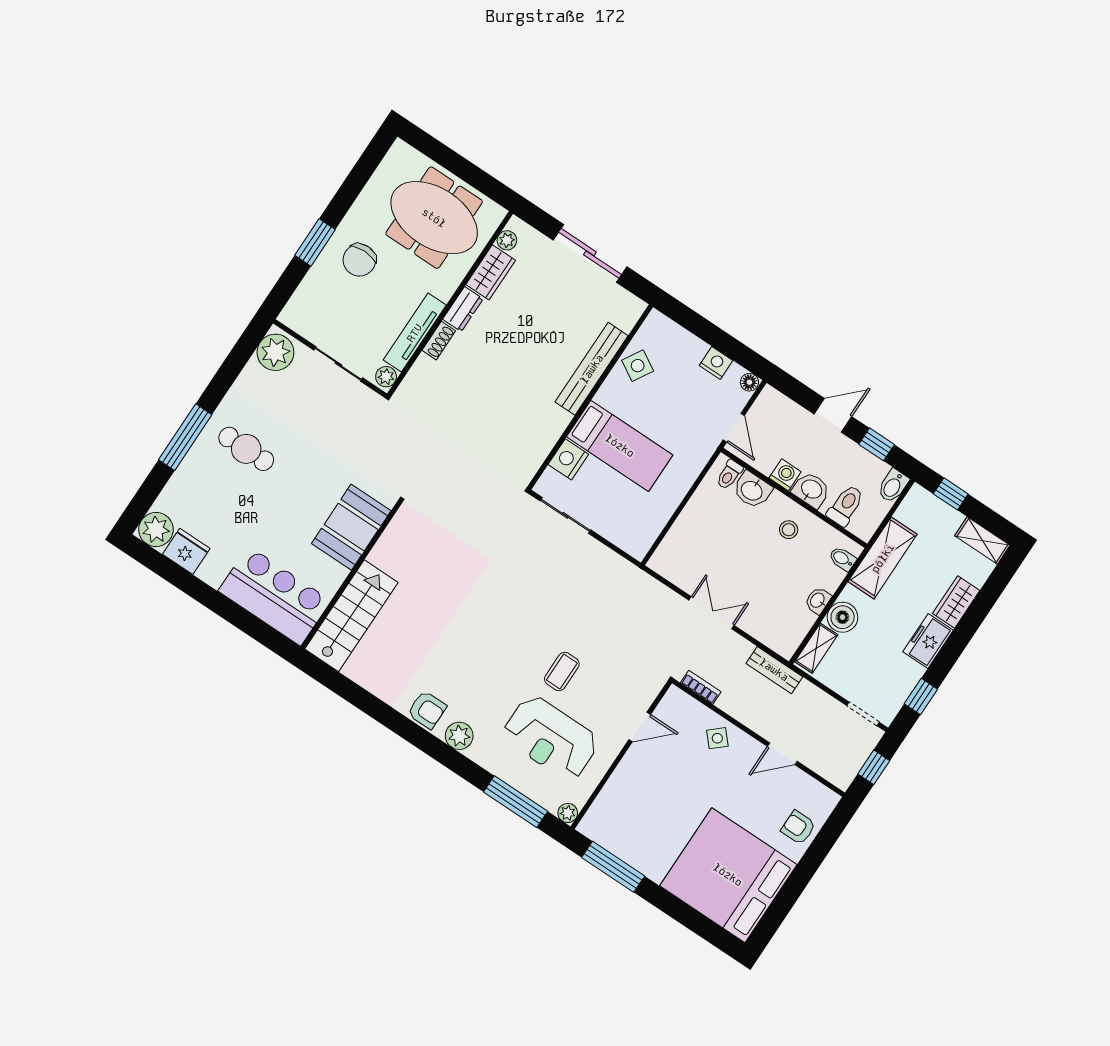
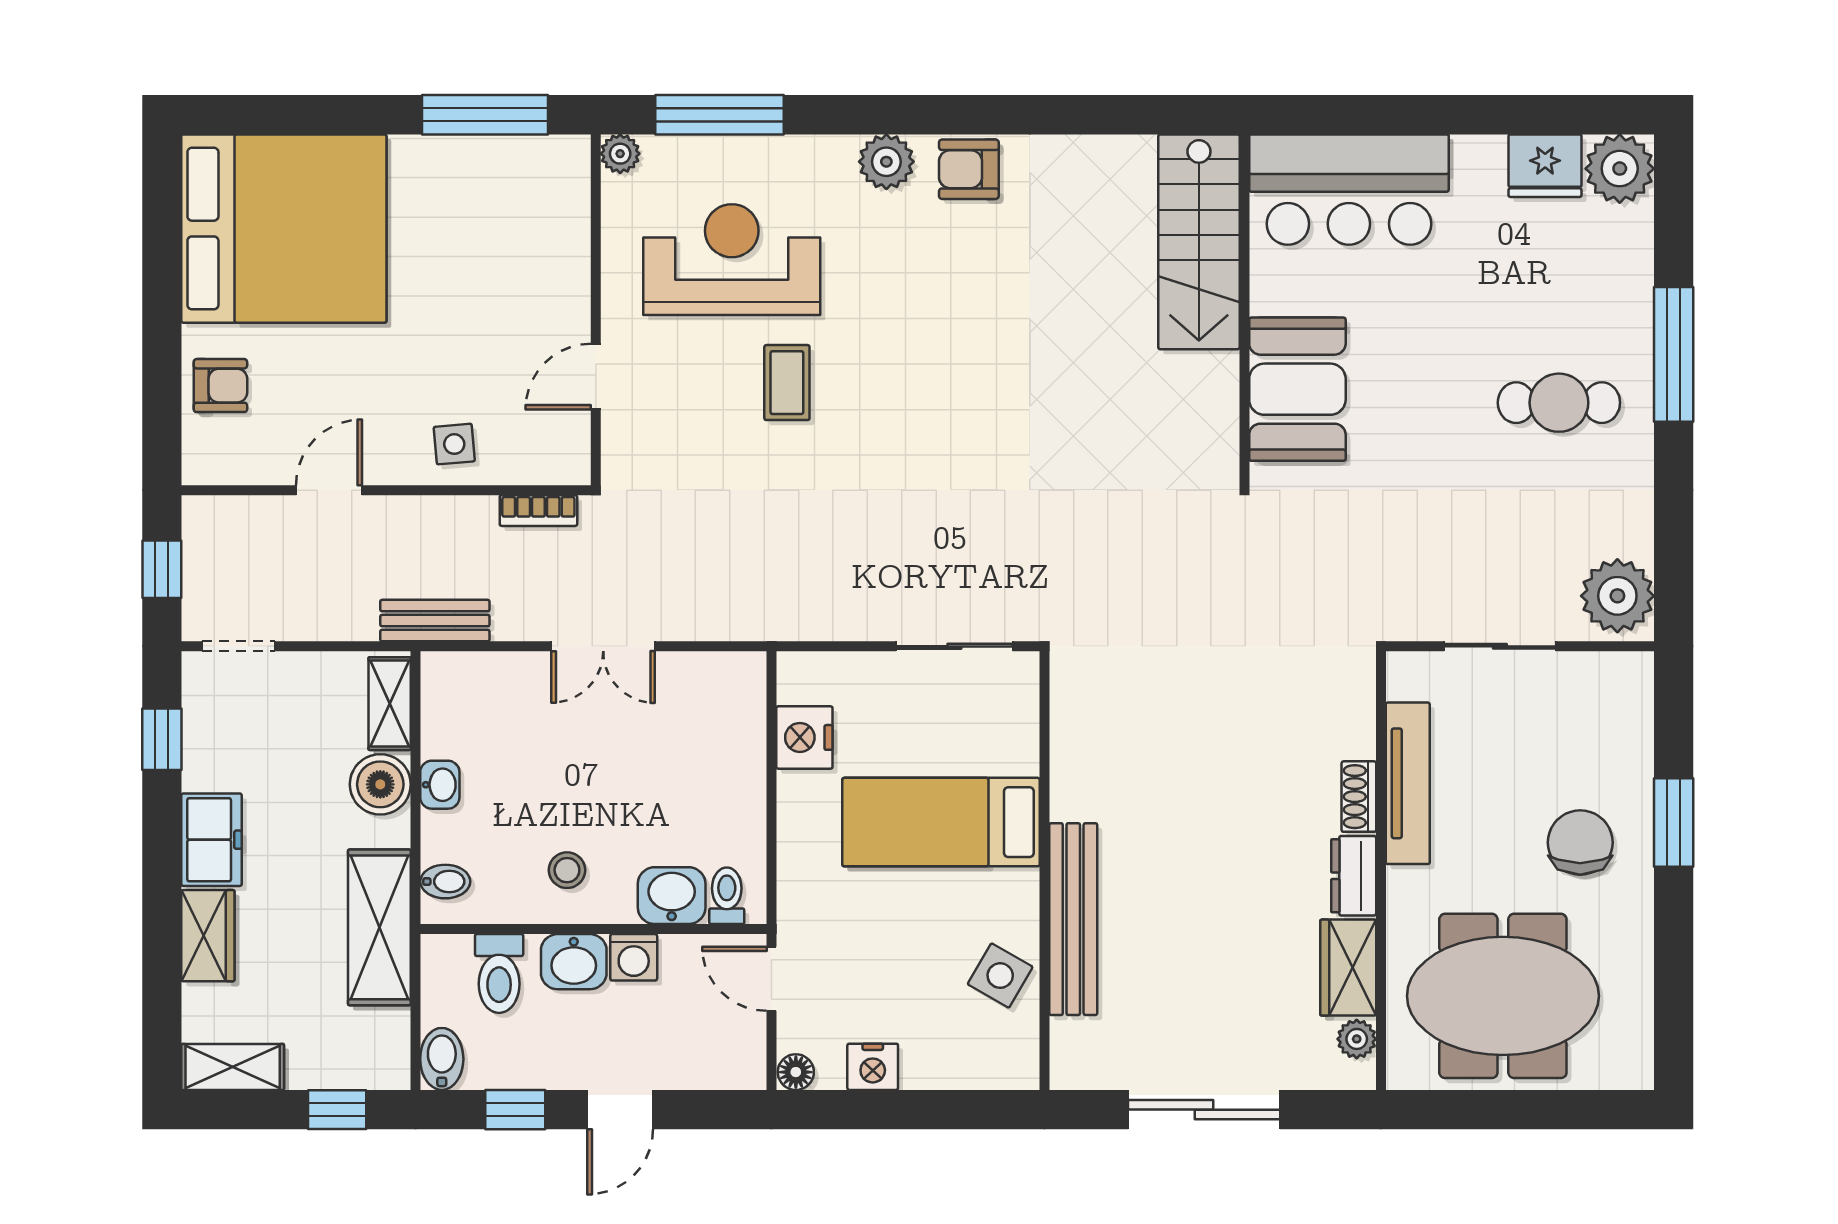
plant: (386, 377) -> (1406, 678), removed
nightstand: (568, 459) -> (804, 737), moved, turned 180
side table: (717, 738) -> (454, 444), turned 37

